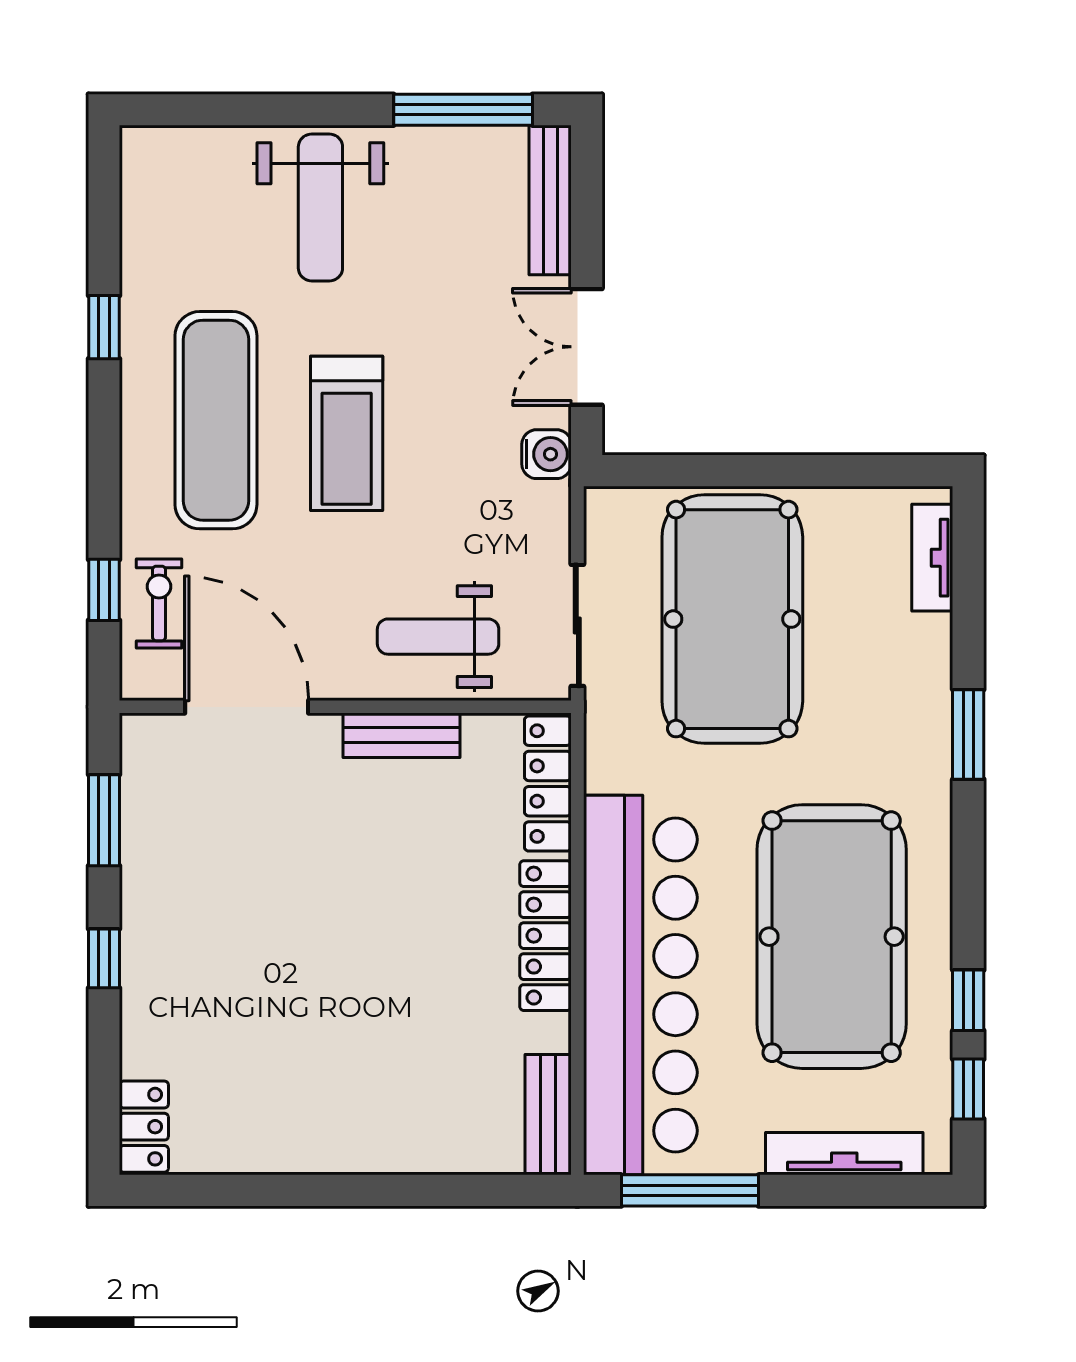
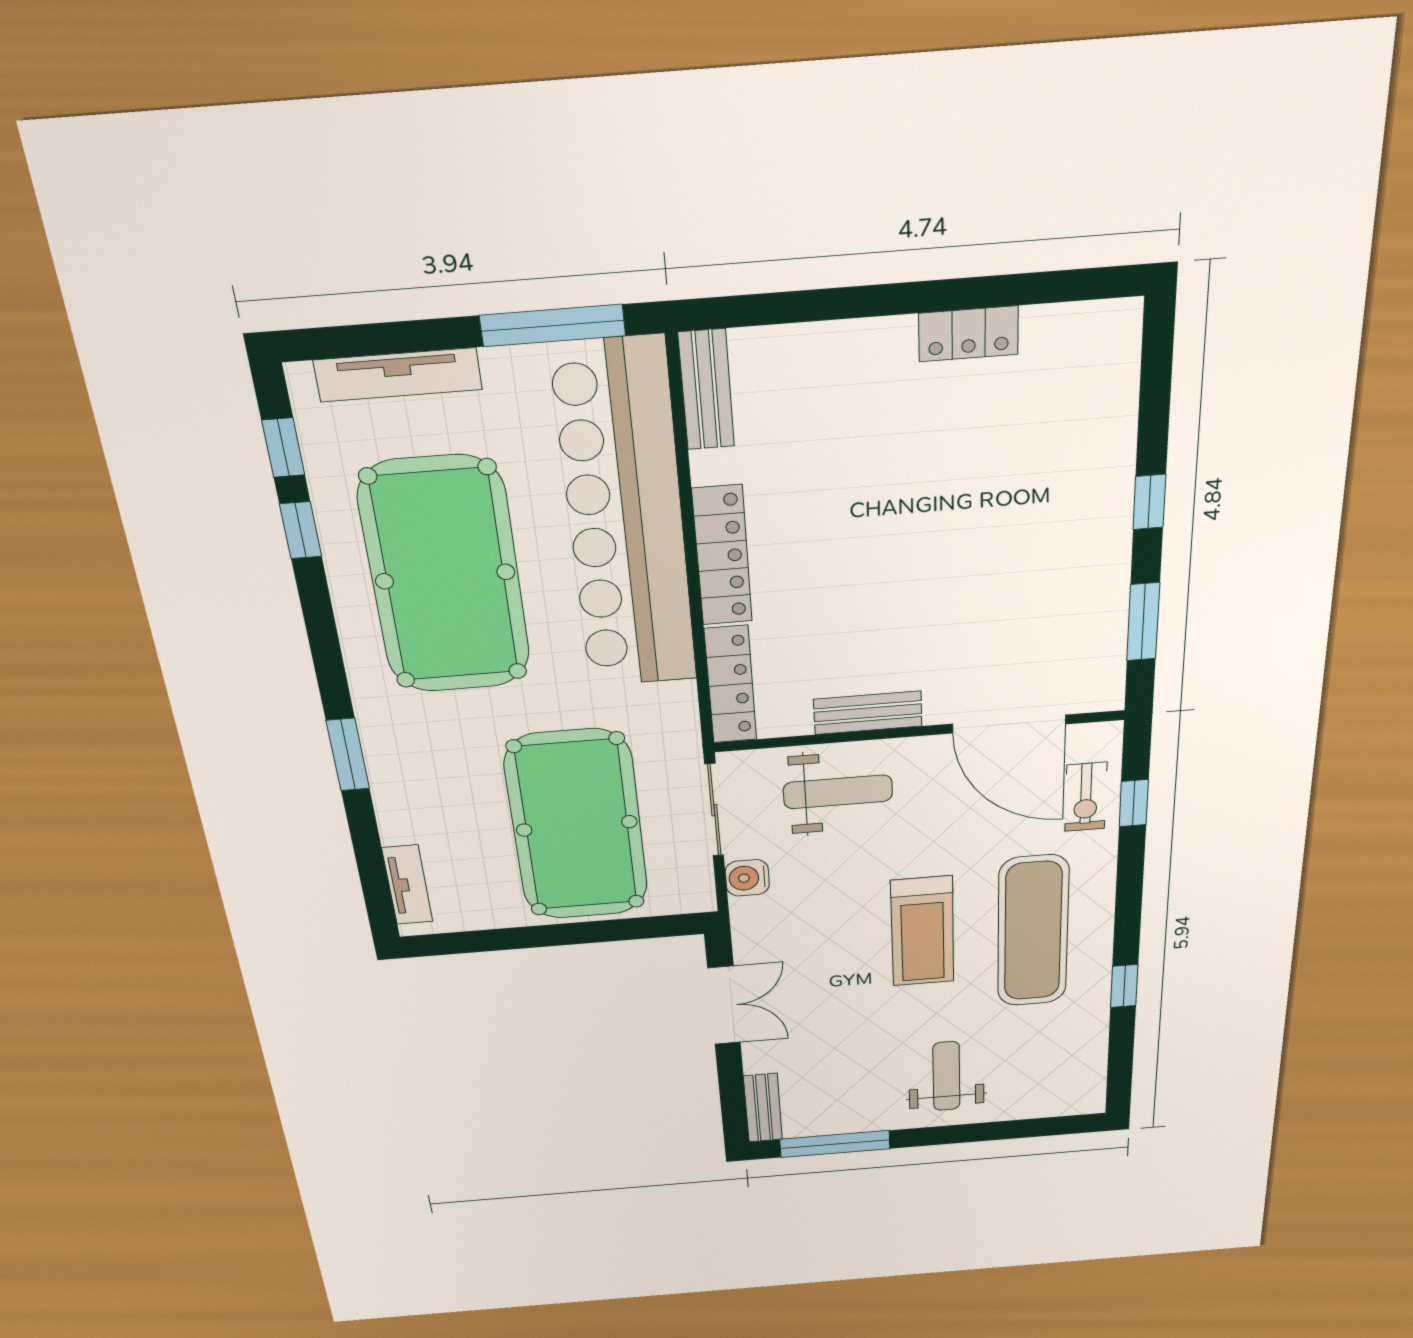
bench: (550, 200) -> (763, 1108), width x0.73
weight bench: (320, 207) -> (946, 1076), width x0.73, depth x0.75
treadmill: (347, 433) -> (922, 931), turned 180
water cooler: (547, 454) -> (747, 878), moved
locker: (144, 1127) -> (968, 334), moved, turned -90

